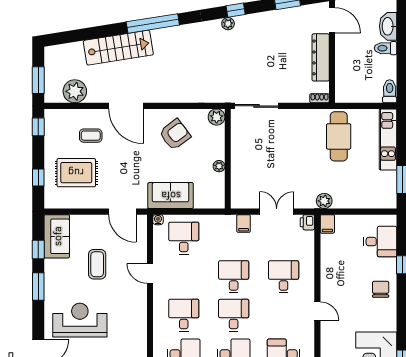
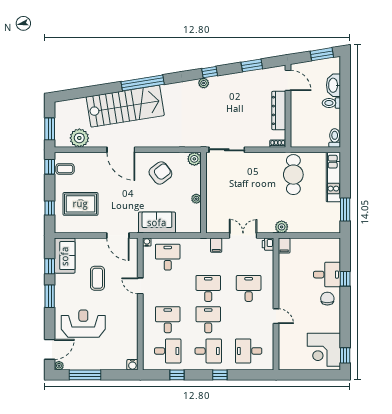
stairs: (118, 48) -> (125, 106), width x1.36, depth x1.51
coffee table: (91, 136) -> (65, 169), moved
desk: (380, 242) -> (327, 275), moved

